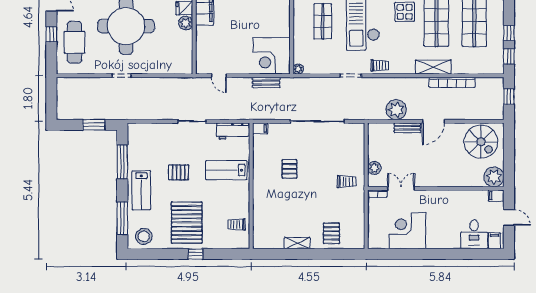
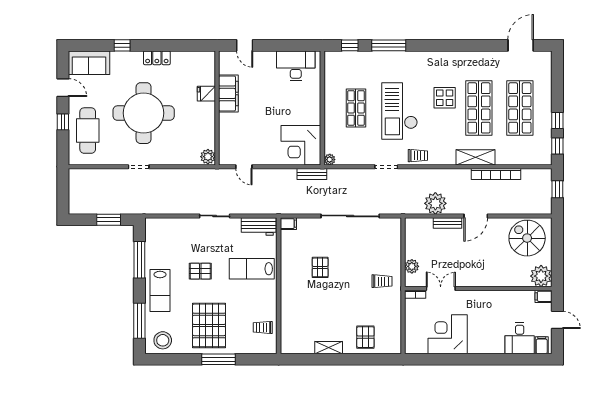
plant: (186, 23) -> (208, 157), moved
bench: (266, 82) -> (312, 174), moved
spiral stairs: (481, 142) -> (527, 238), turned 180
window: (195, 254) -> (219, 359), width x2.17

